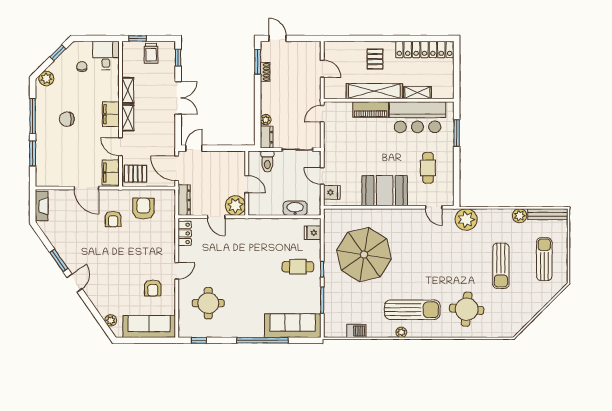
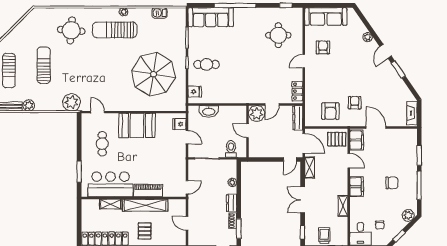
shelving: (128, 118) -> (310, 167), moved
dresser: (267, 137) -> (232, 203), moved
door: (216, 217) -> (272, 104), swing flipped
plant: (111, 320) -> (368, 37), moved

